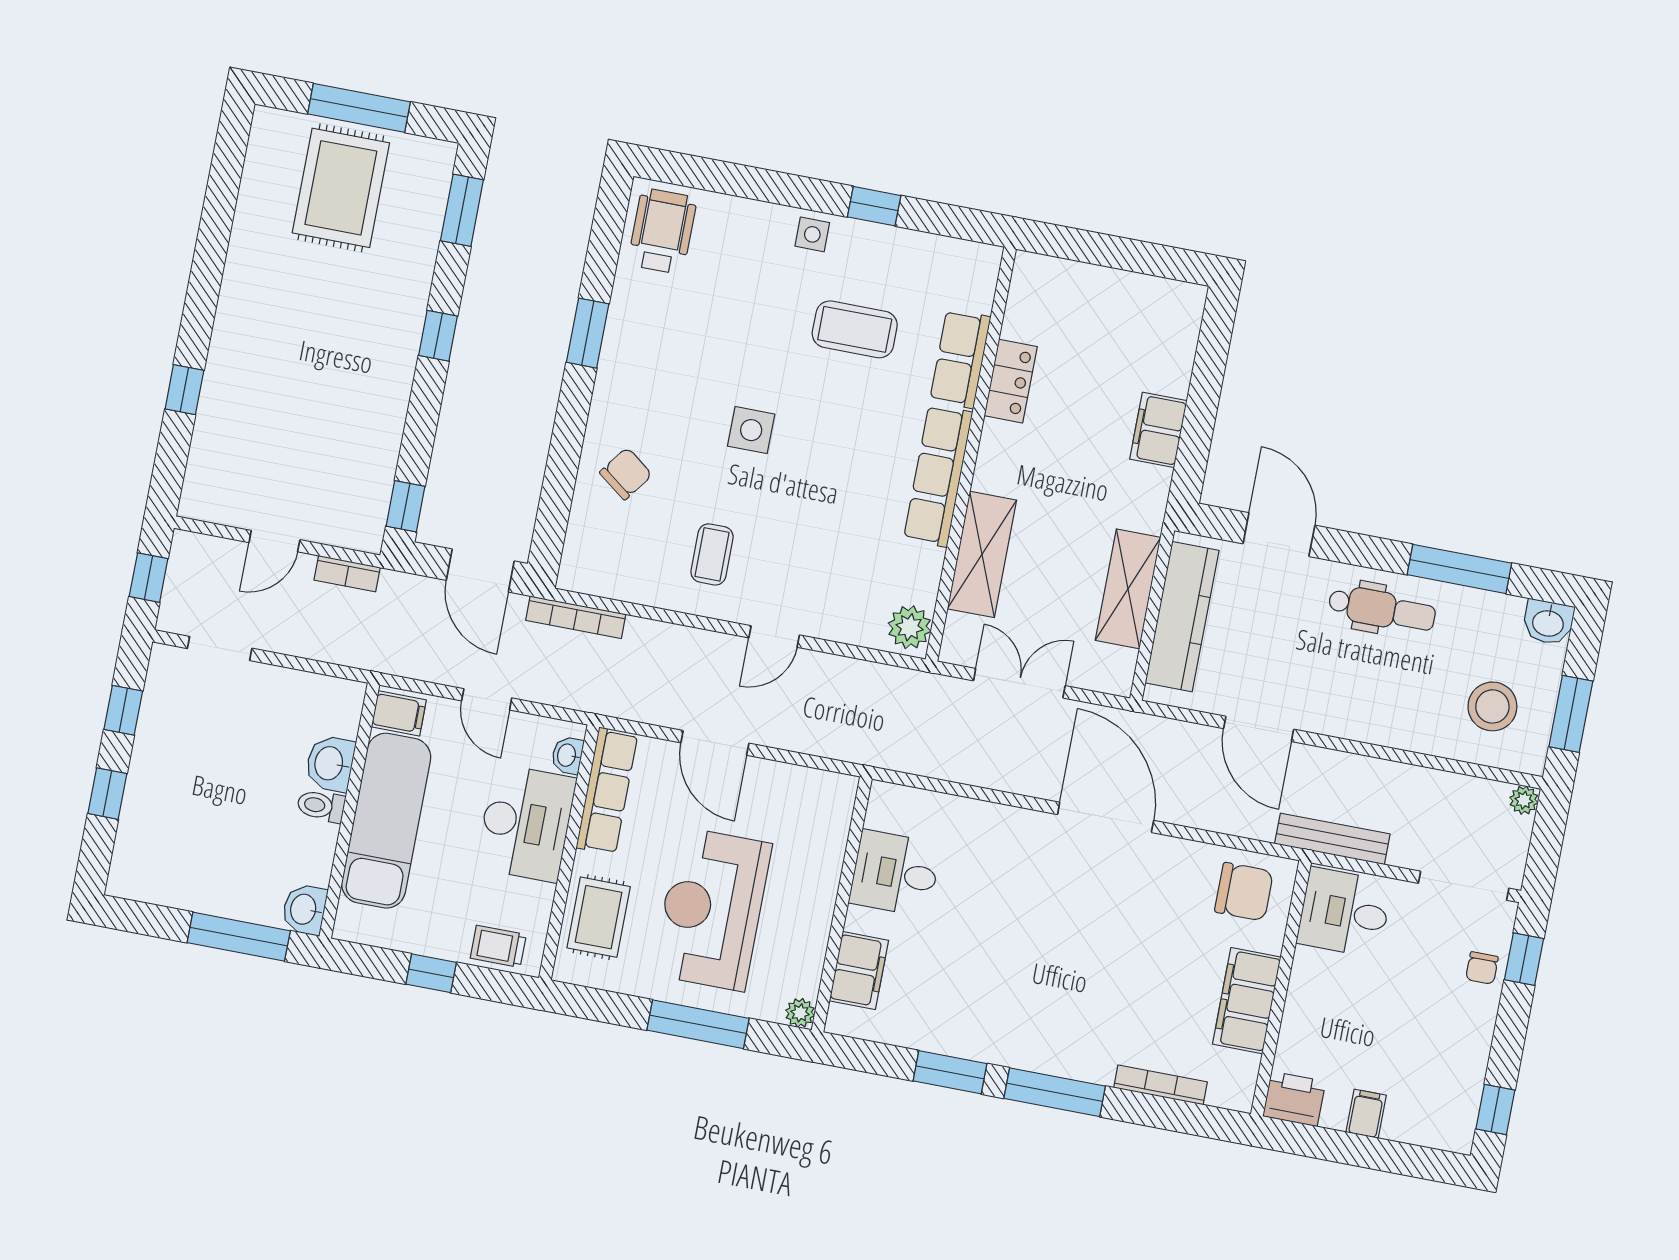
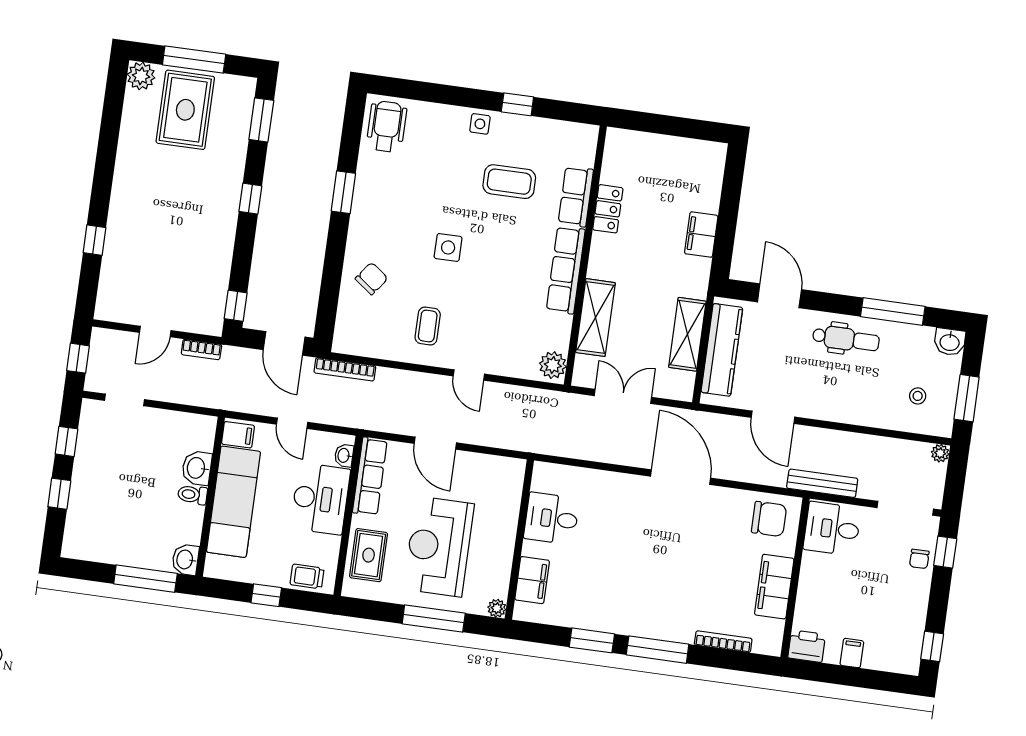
plant: (273, 130) -> (141, 76), added
door: (774, 636) -> (469, 375), hinge flipped
stool: (1492, 706) -> (918, 396), width x0.53, depth x0.53

